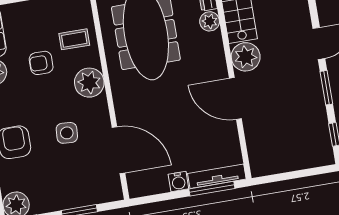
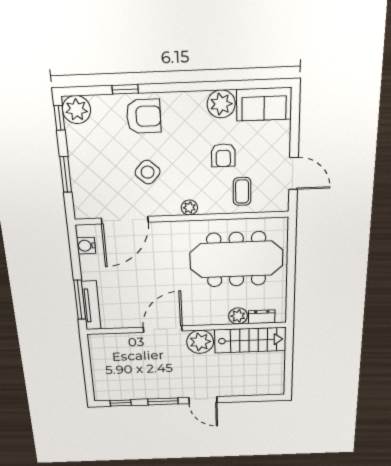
armchair: (41, 63) -> (223, 155), turned 180
plant: (89, 83) -> (189, 208), width x0.53, depth x0.53
side table: (67, 133) -> (148, 172), turned 38
water cooler: (178, 182) -> (86, 246), moved

